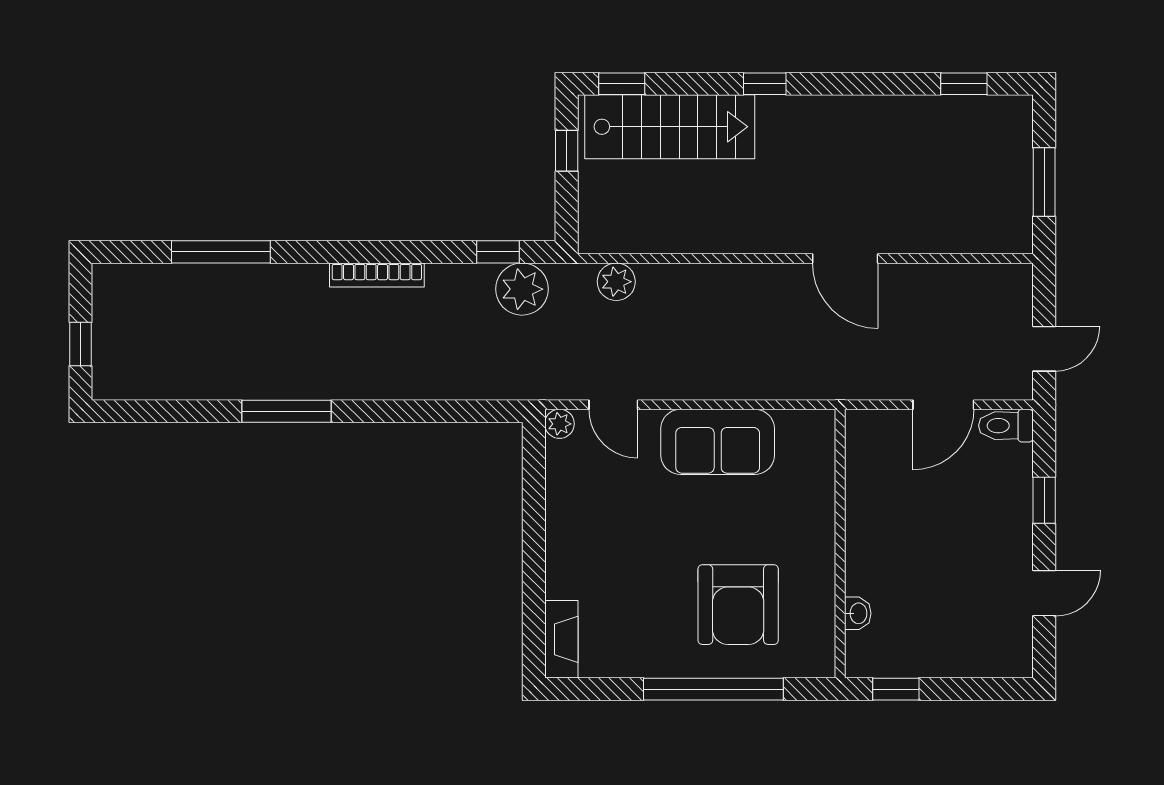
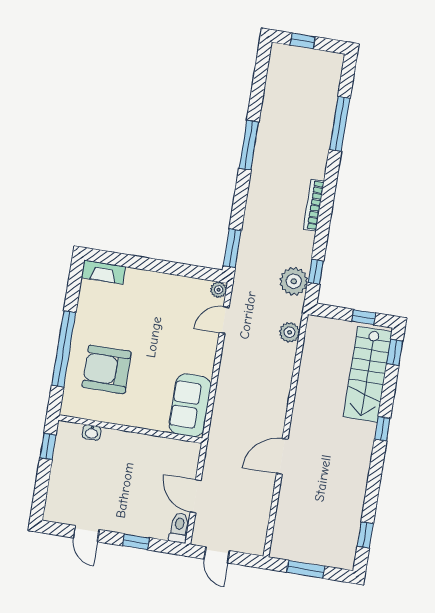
window: (480, 411) -> (232, 248), added
sofa: (718, 442) -> (190, 405), moved

